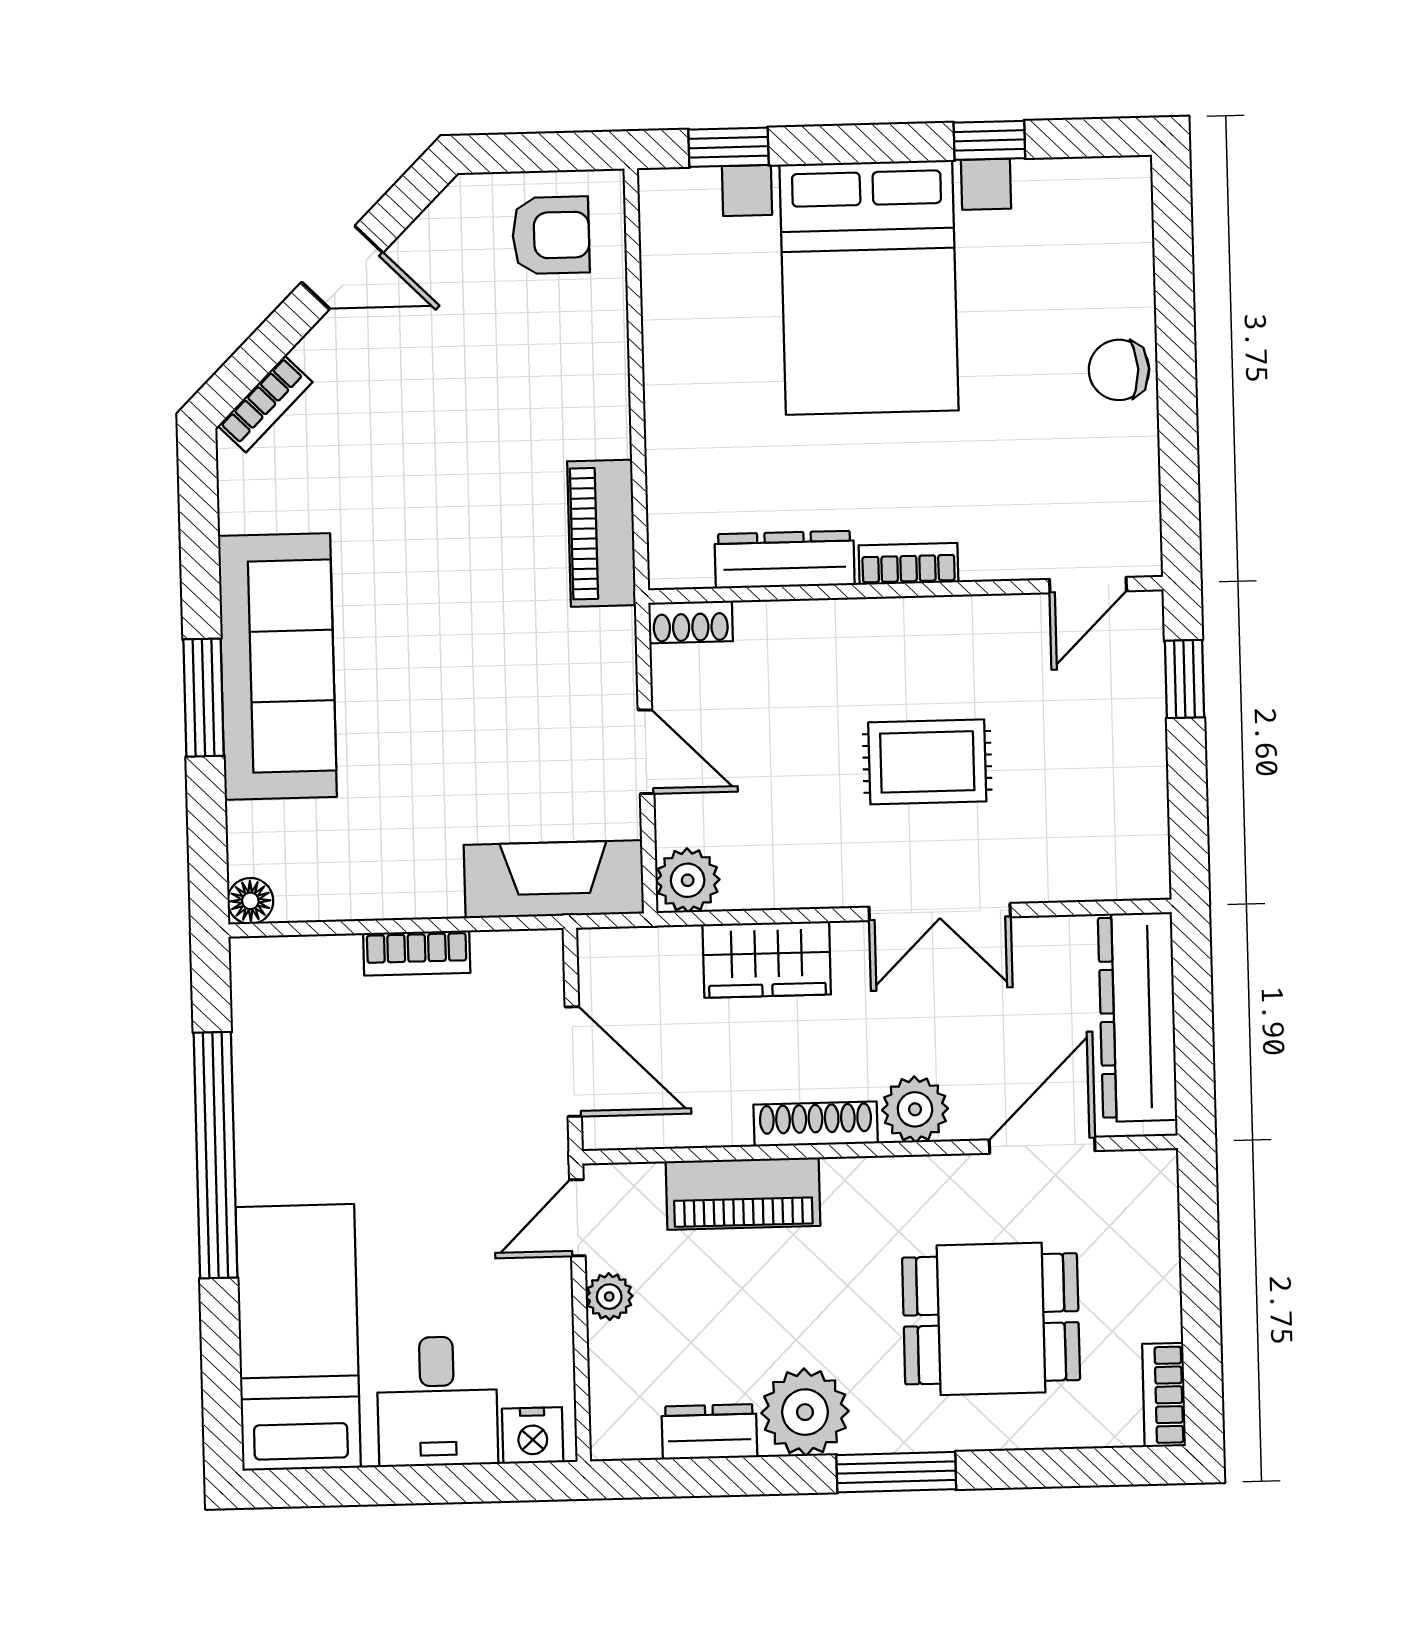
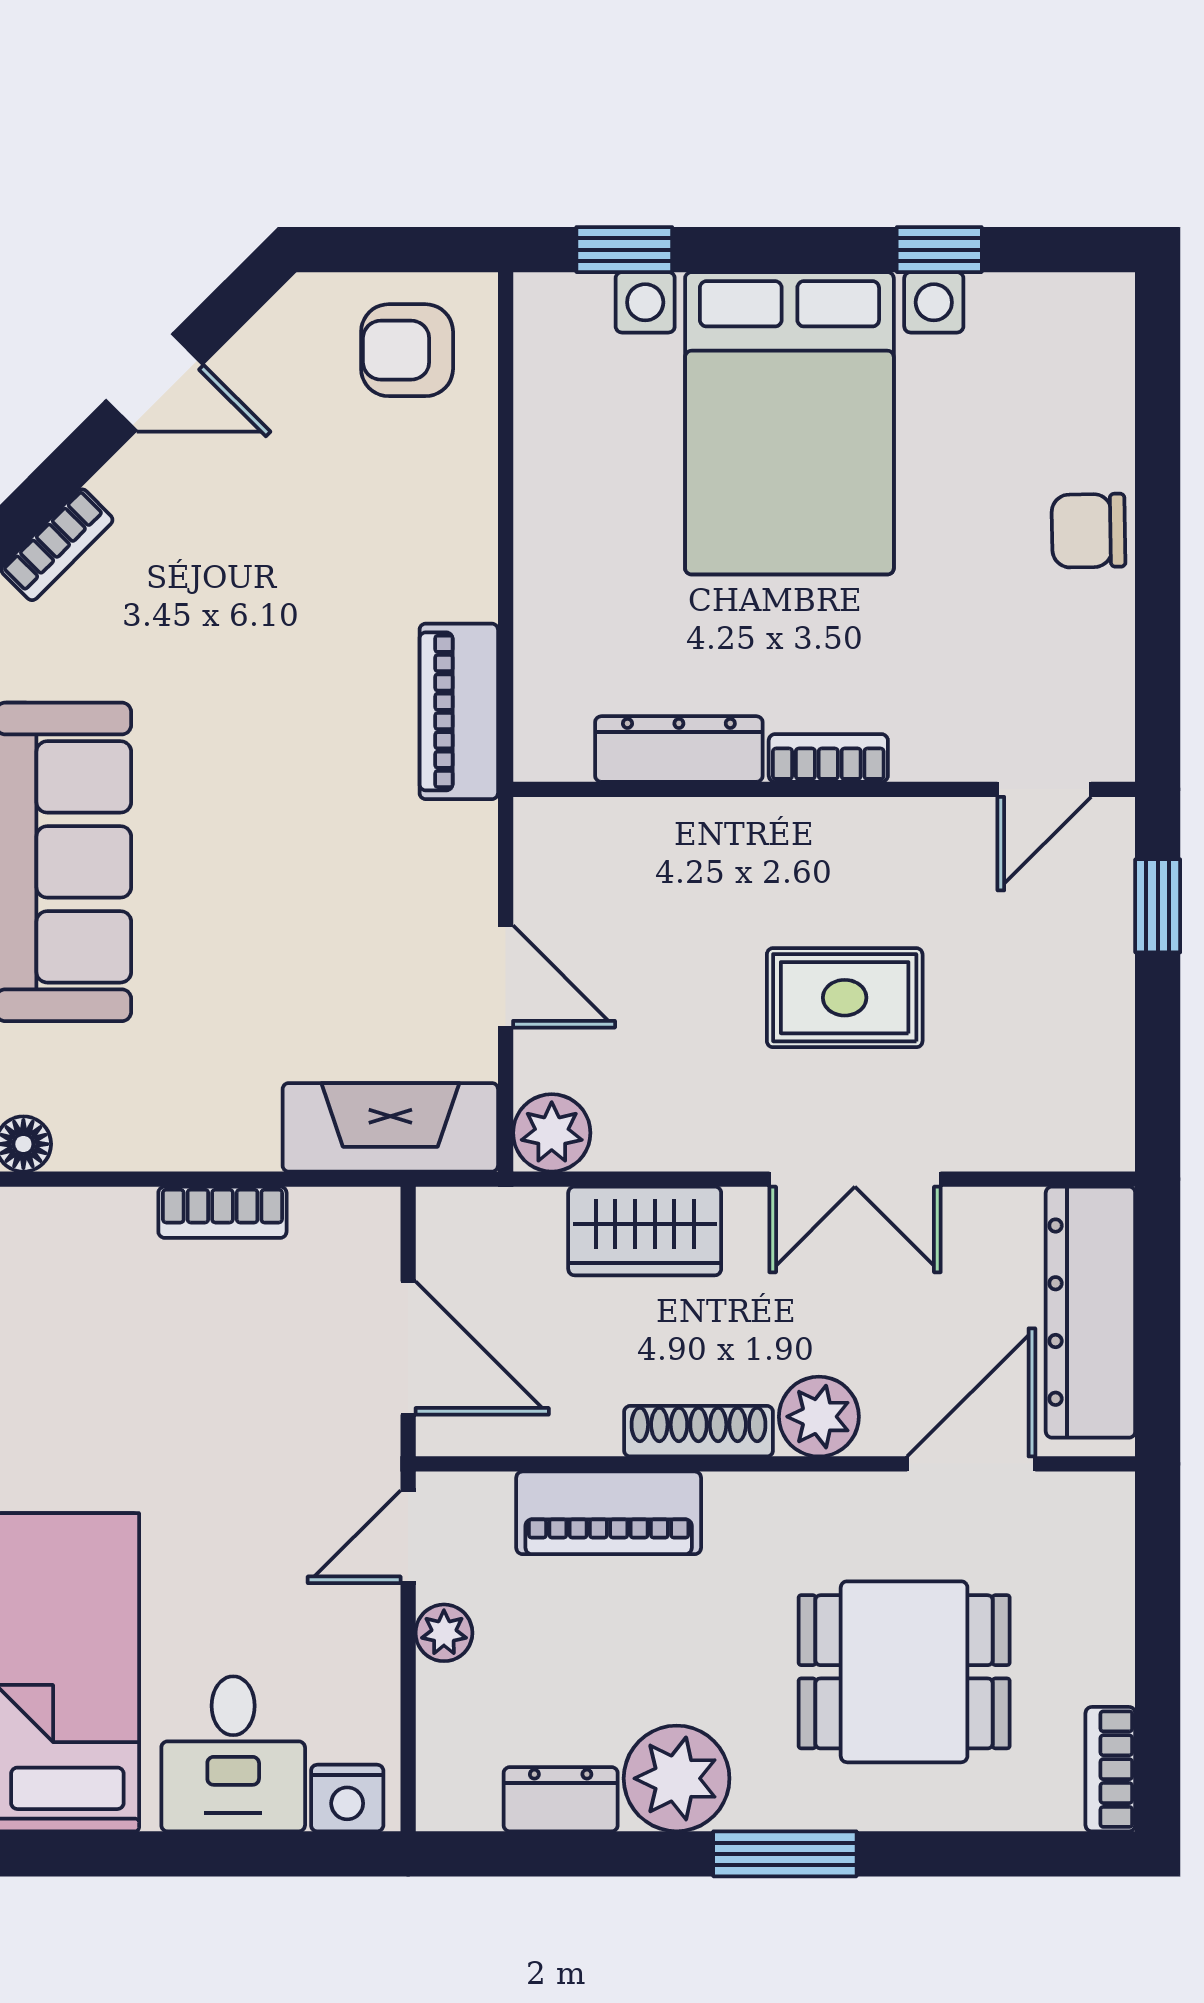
armchair: (551, 235) -> (407, 350), turned 180
shoe rack: (691, 622) -> (563, 821), removed

